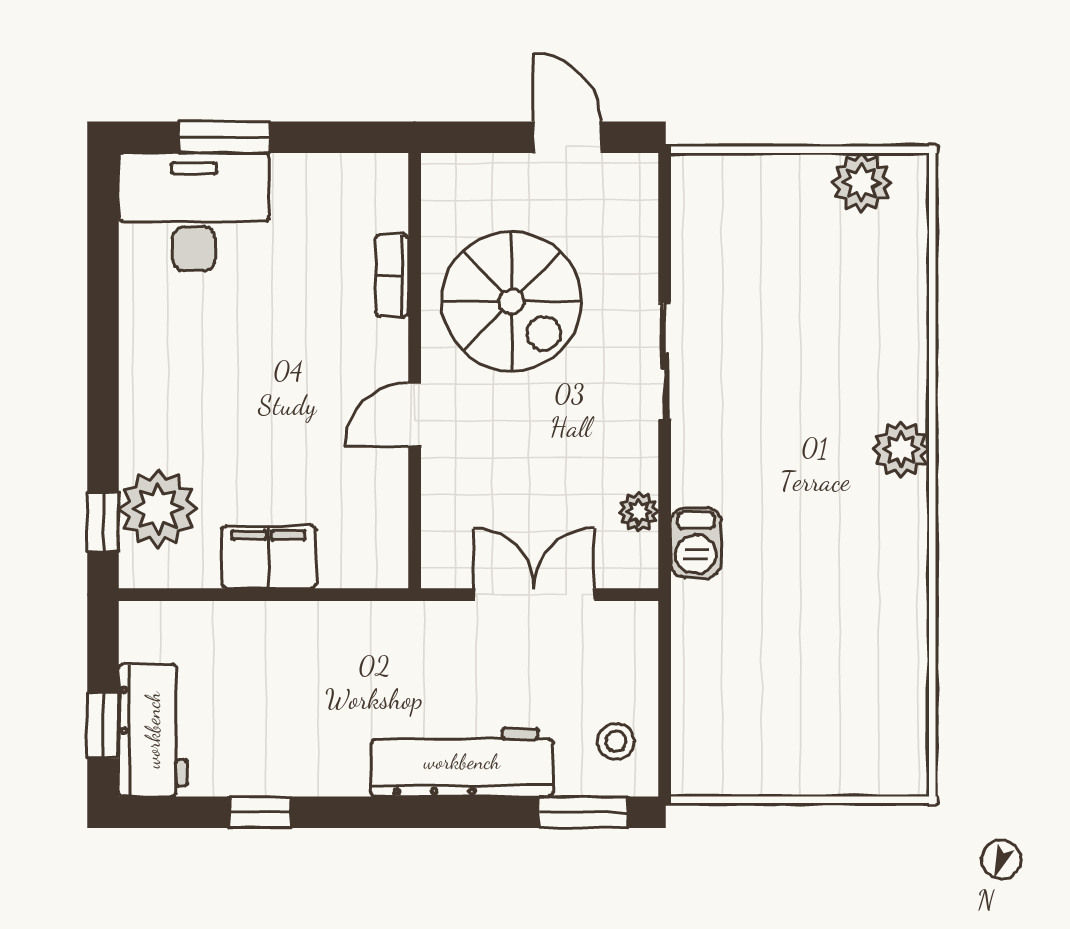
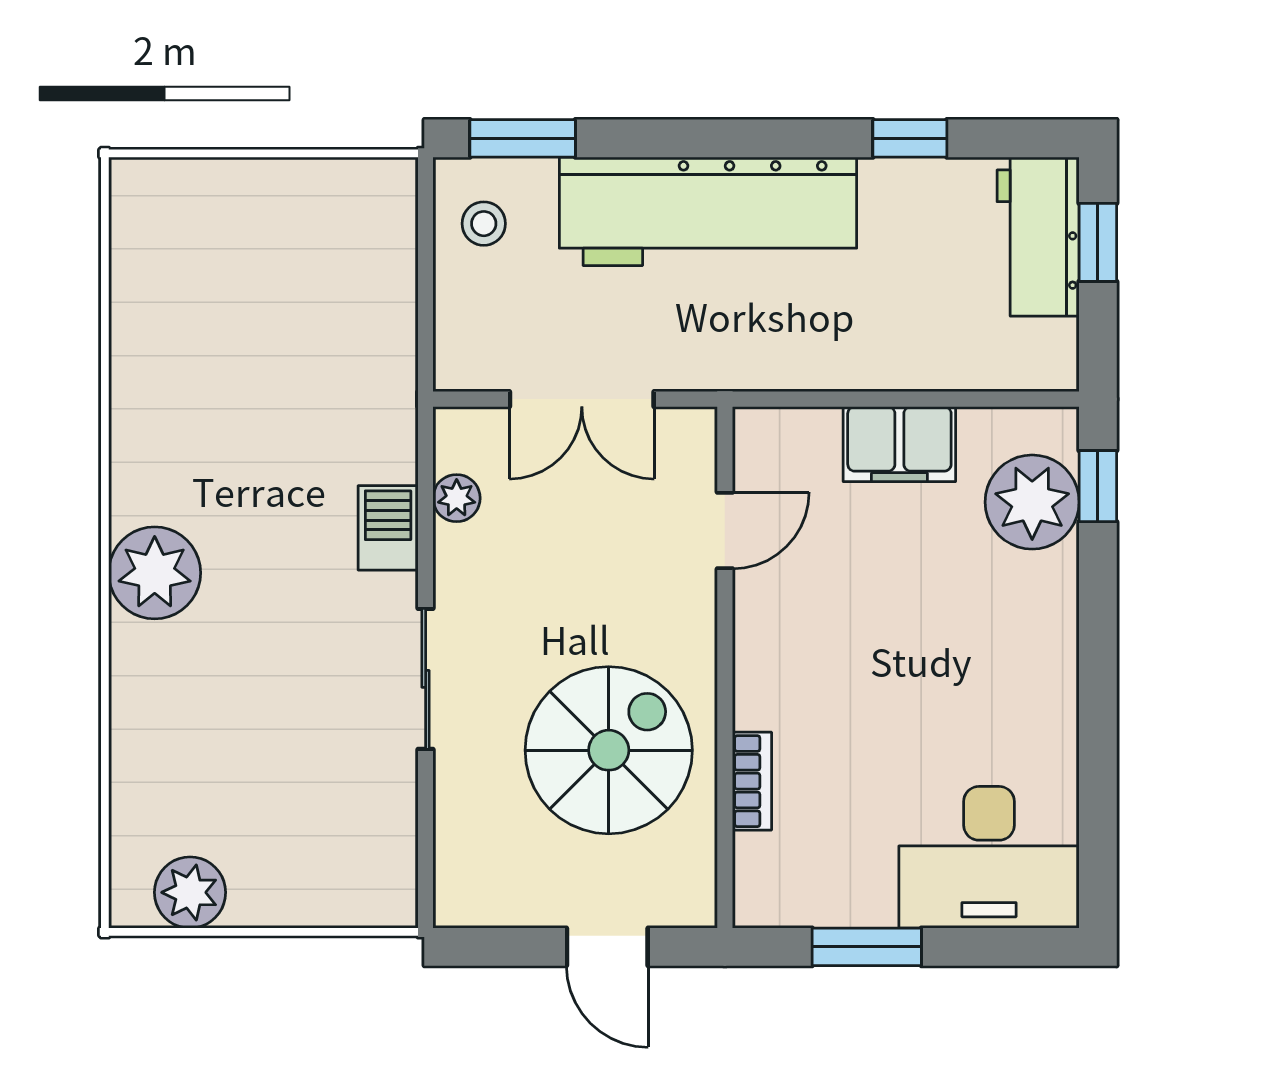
window: (224, 137) -> (867, 947), moved
door: (567, 137) -> (607, 947), moved
spiral stairs: (512, 301) -> (609, 750), turned 90
door: (415, 415) -> (725, 530), moved
plant: (901, 449) -> (155, 573), width x1.36, depth x1.36
barbecue: (696, 543) -> (388, 528), moved
workbench: (462, 762) -> (708, 211), width x1.36, depth x1.32

